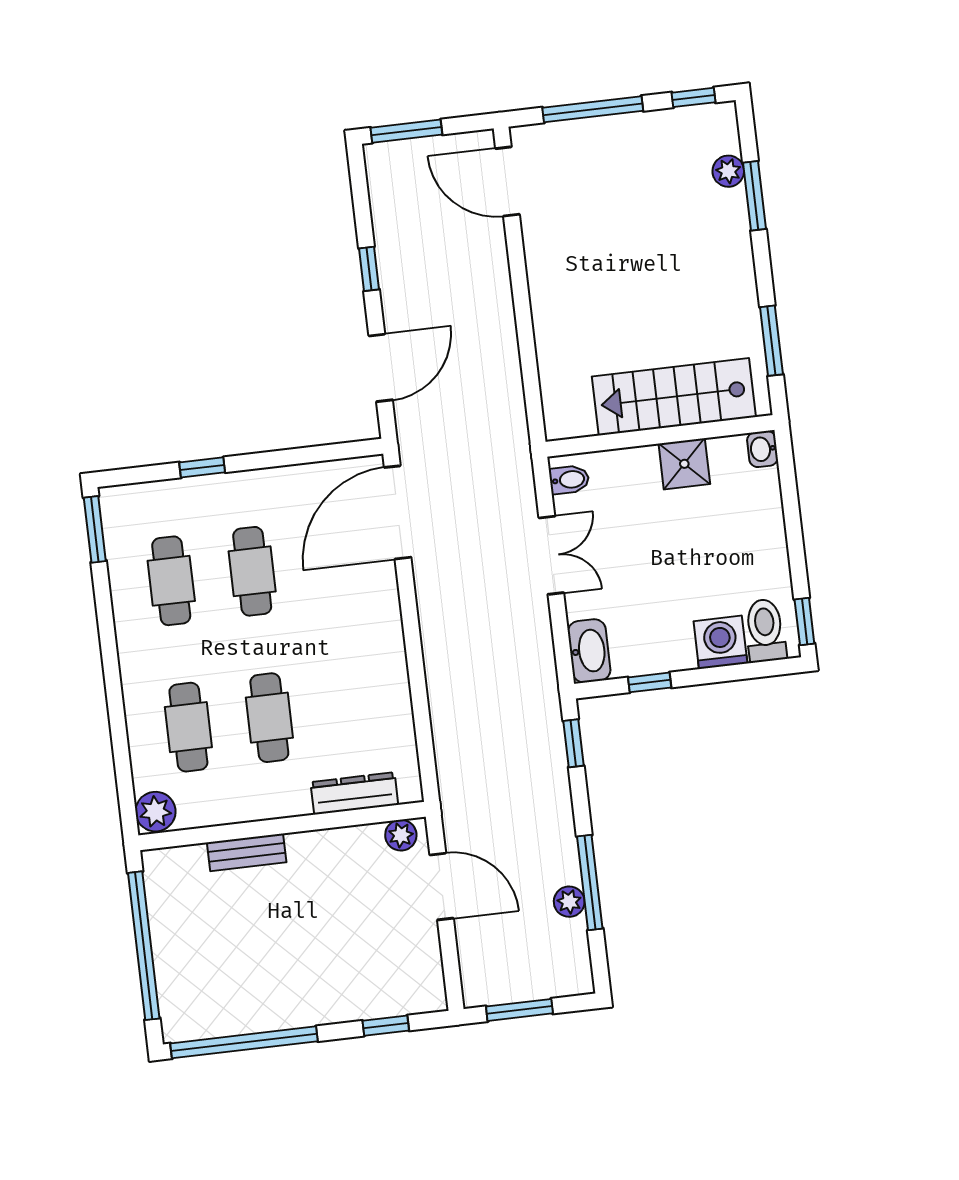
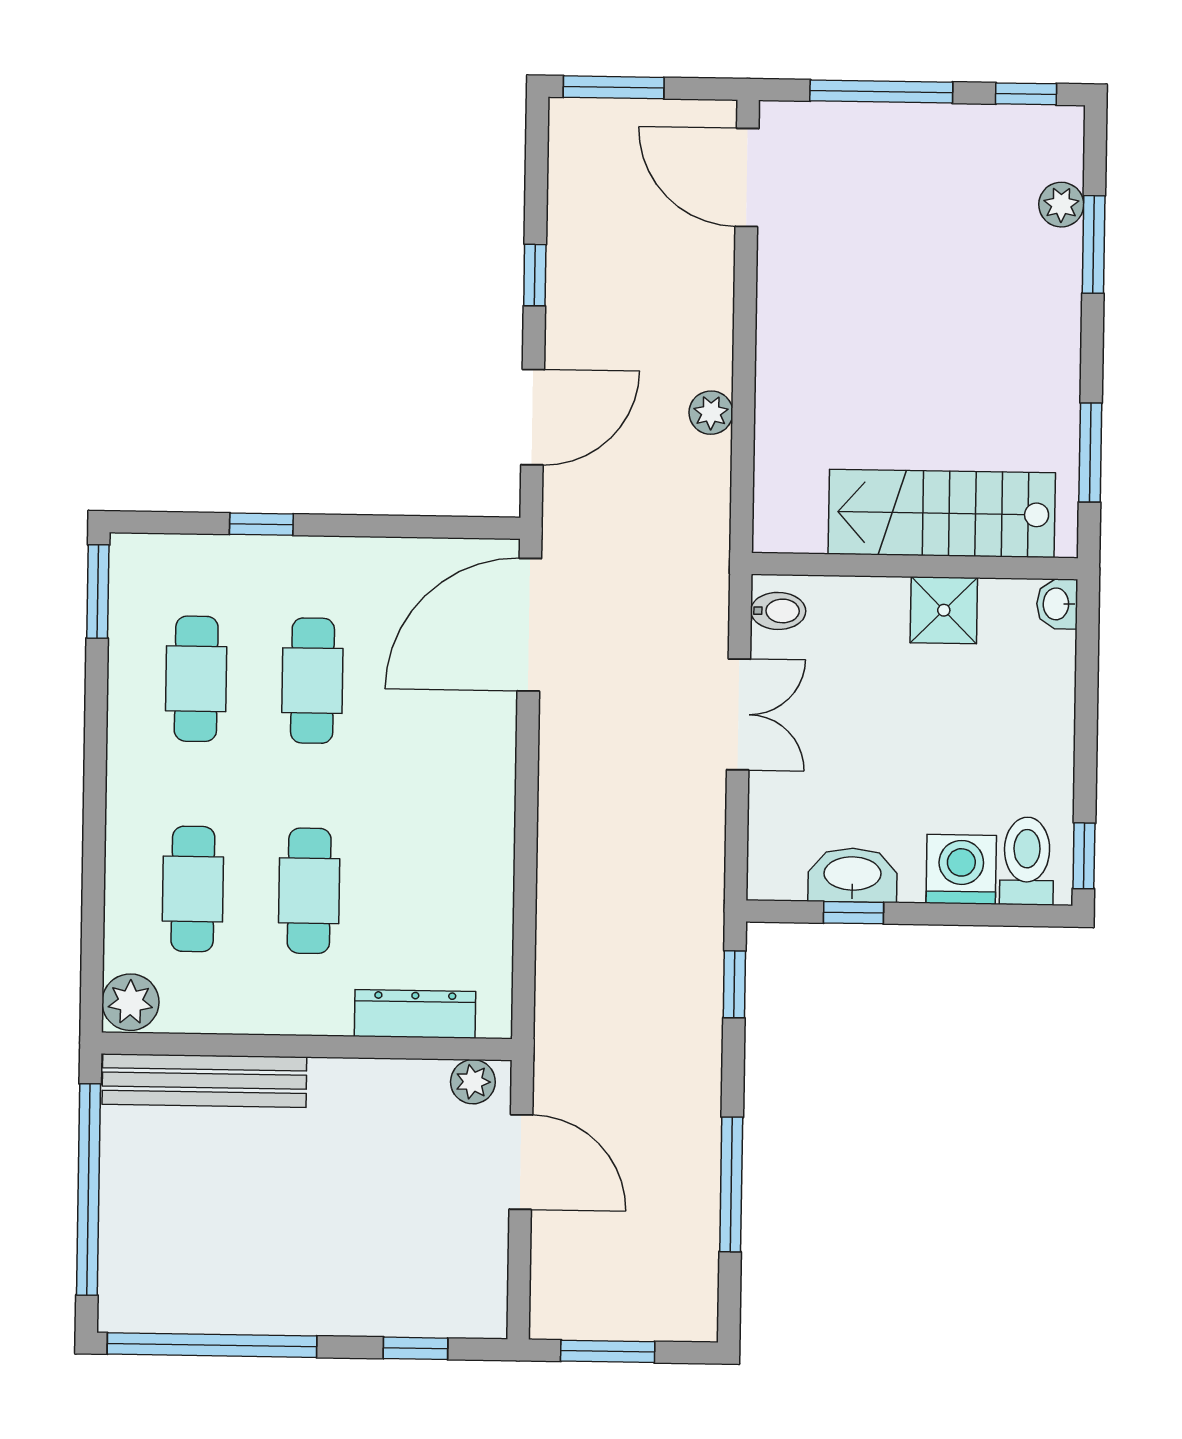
washbasin: (589, 651) -> (852, 875), moved, turned -90
bench: (247, 852) -> (204, 1081), width x1.86, depth x1.21
plant: (569, 902) -> (711, 413), moved

